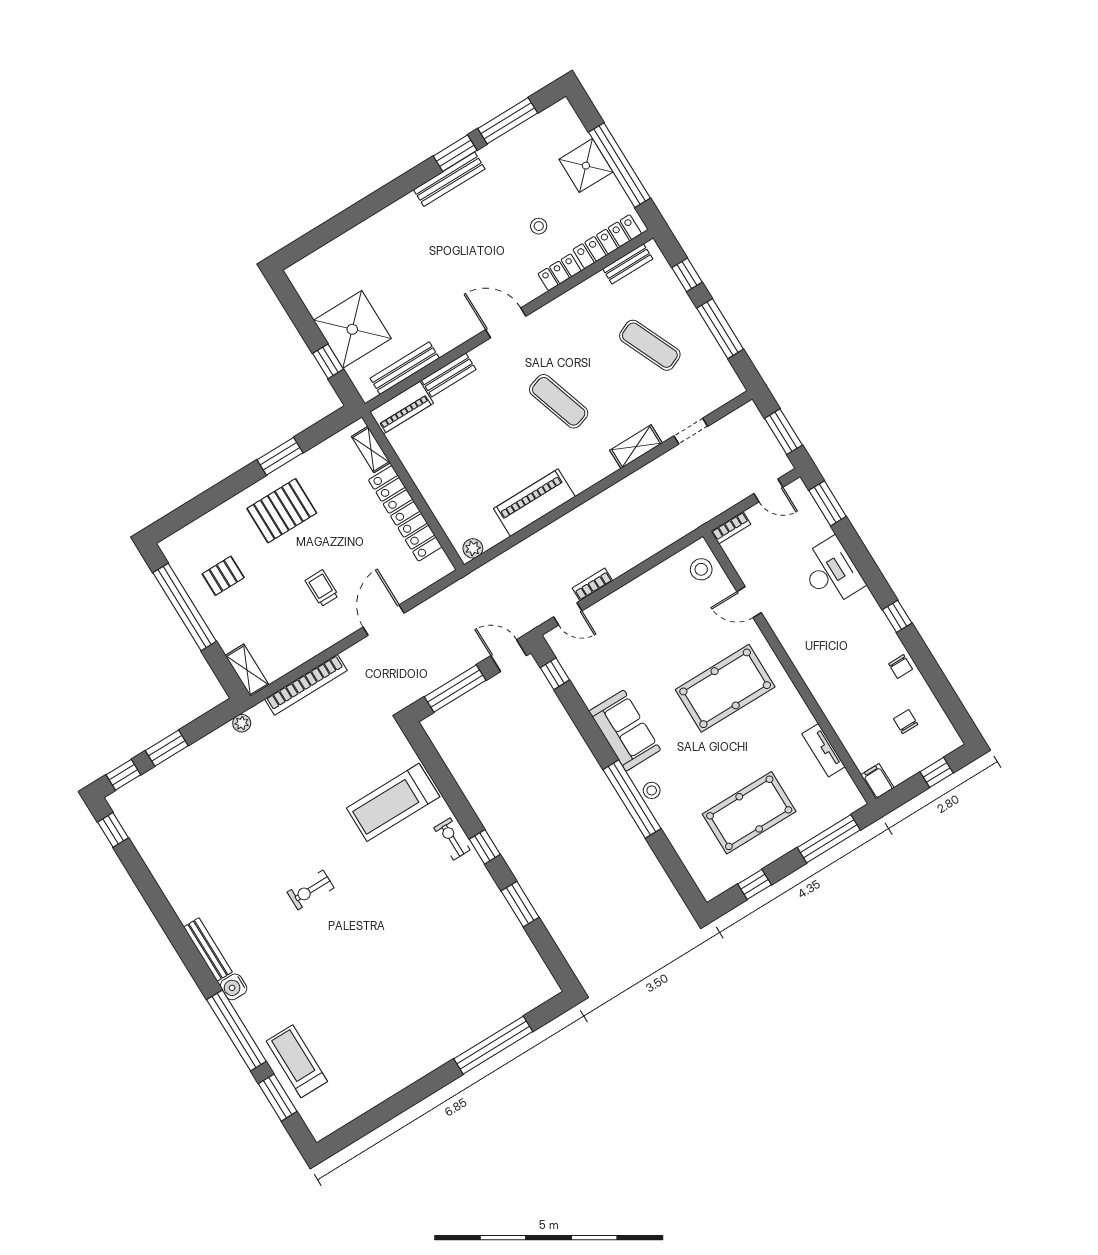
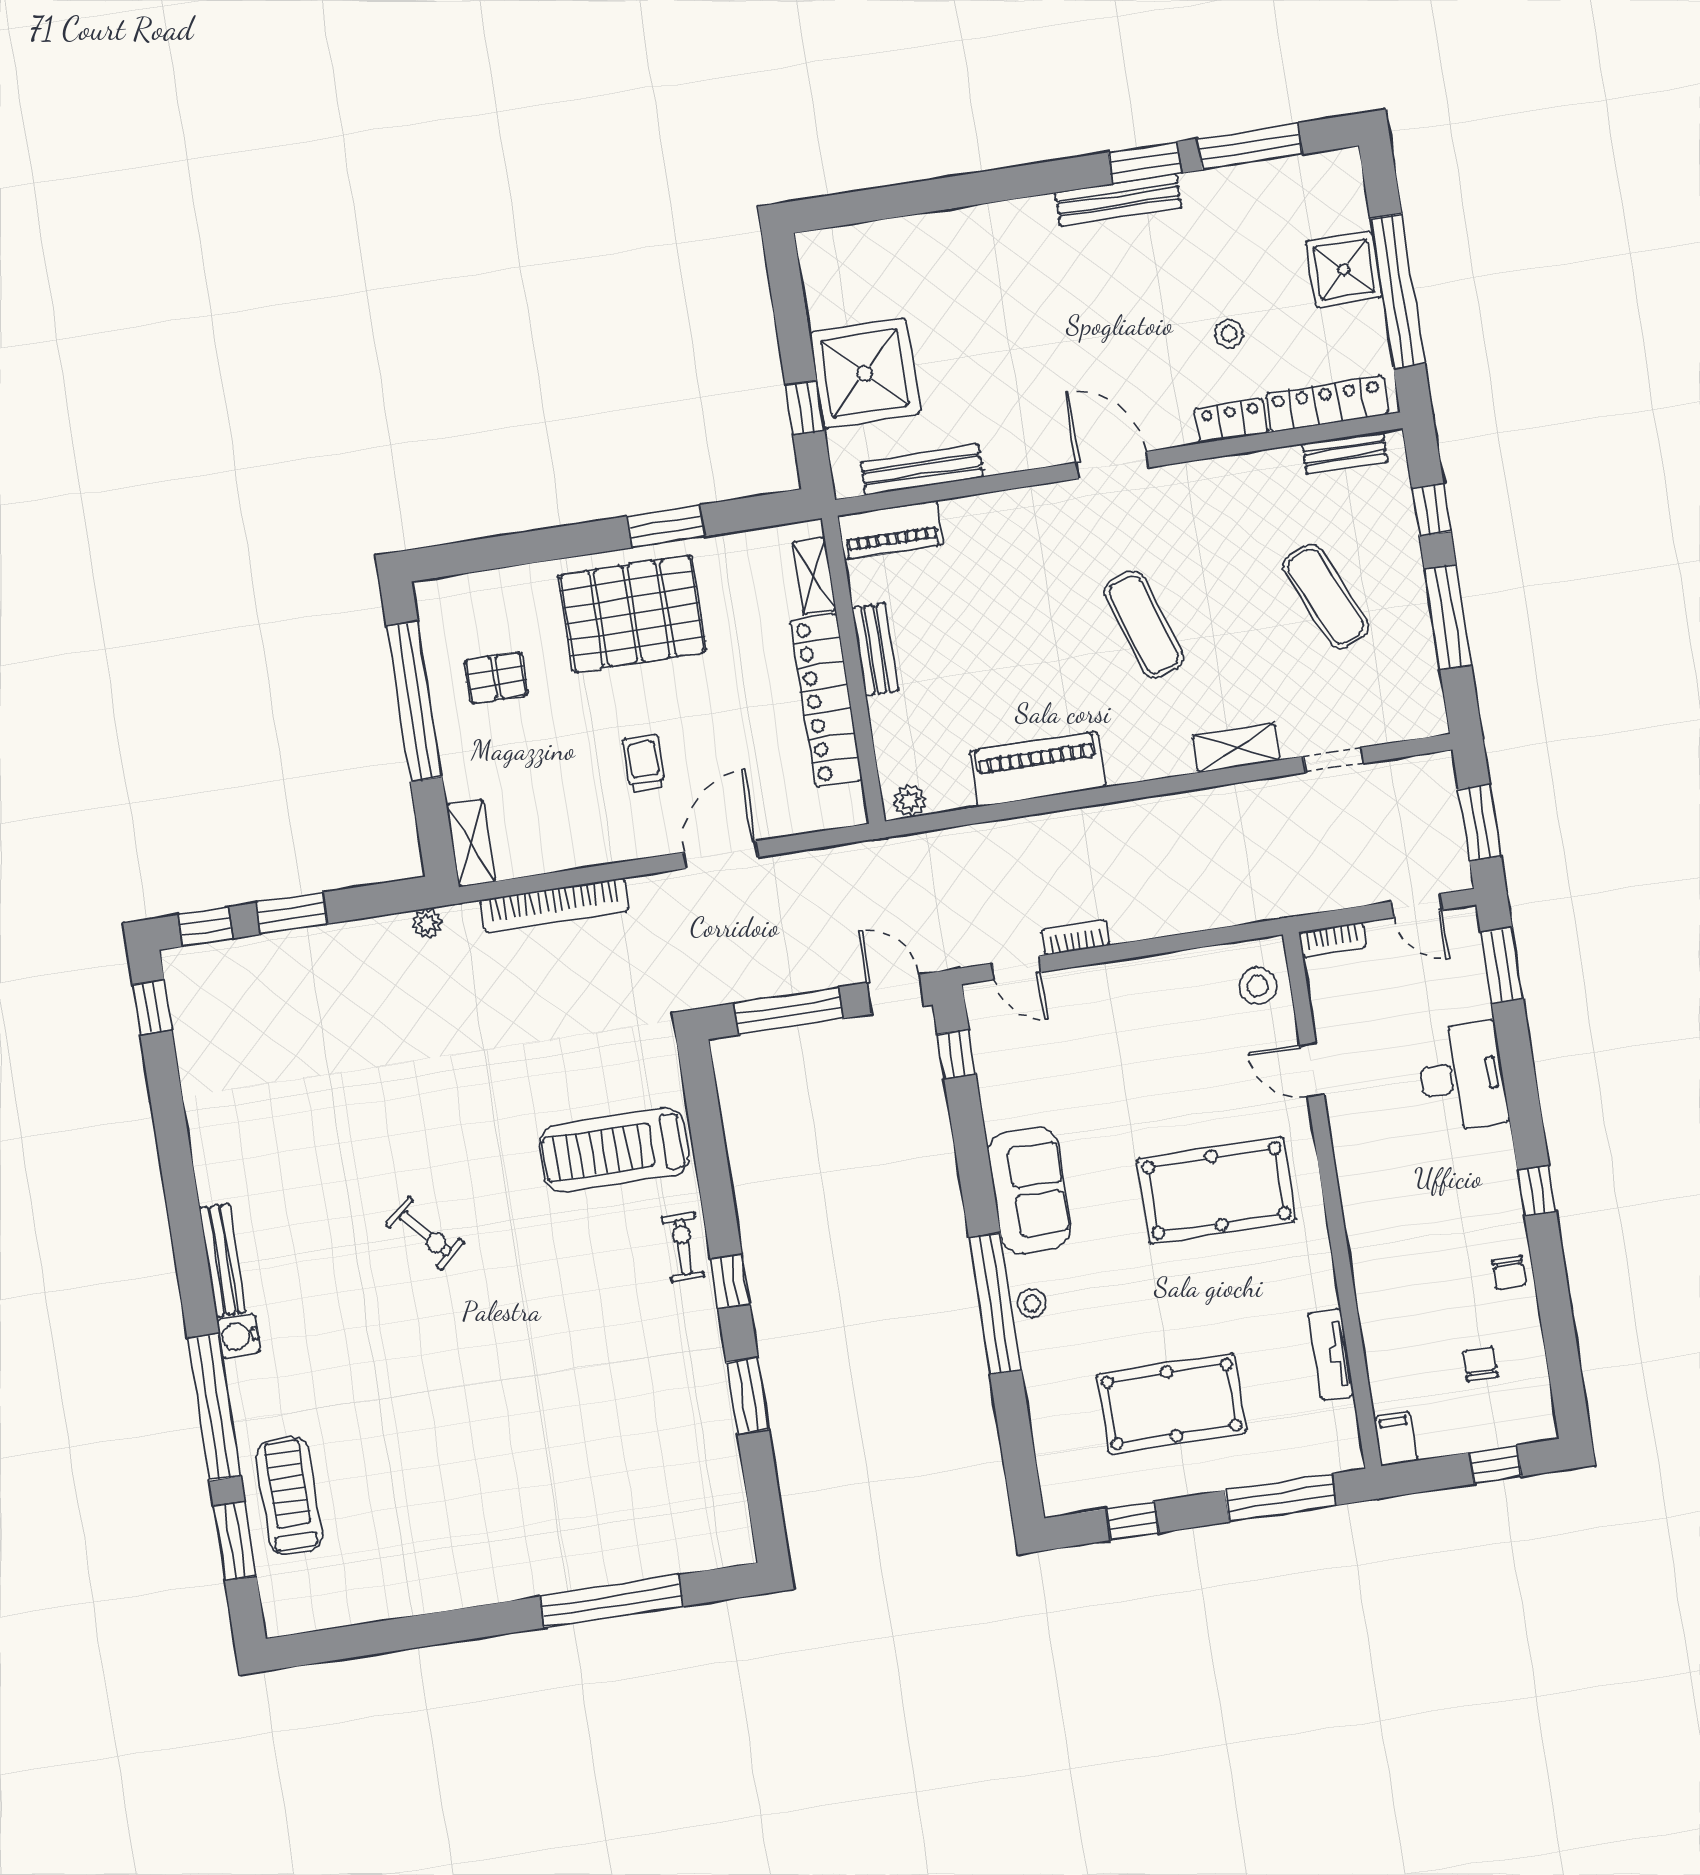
bench: (449, 375) -> (875, 649), moved, turned 90
pallet: (282, 511) -> (632, 614), width x1.37, depth x1.41
exercise bike: (311, 890) -> (425, 1234), turned -132

